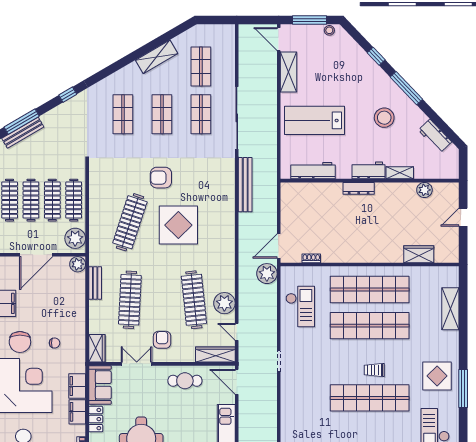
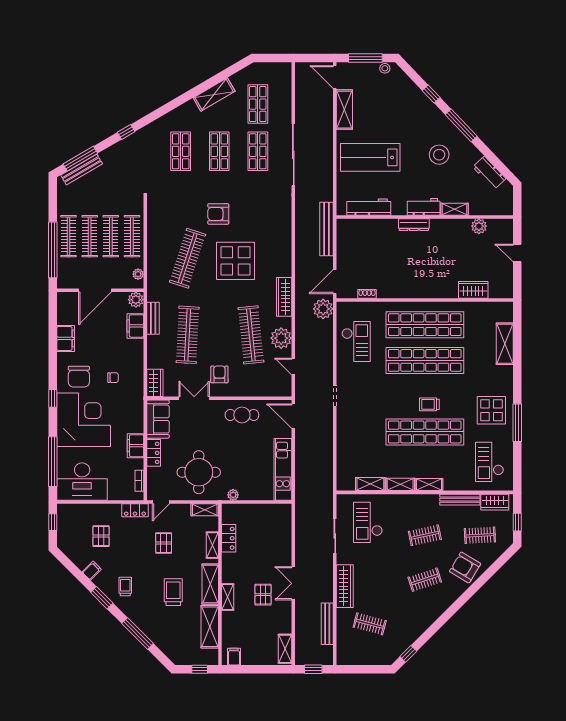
bench: (245, 185) -> (326, 229), moved
door: (463, 217) -> (517, 253), hinge flipped
plant: (75, 238) -> (138, 274), width x0.53, depth x0.53
wardrobe: (215, 355) -> (284, 297), moved, turned -90
filing cabinet: (77, 386) -> (135, 326), moved

